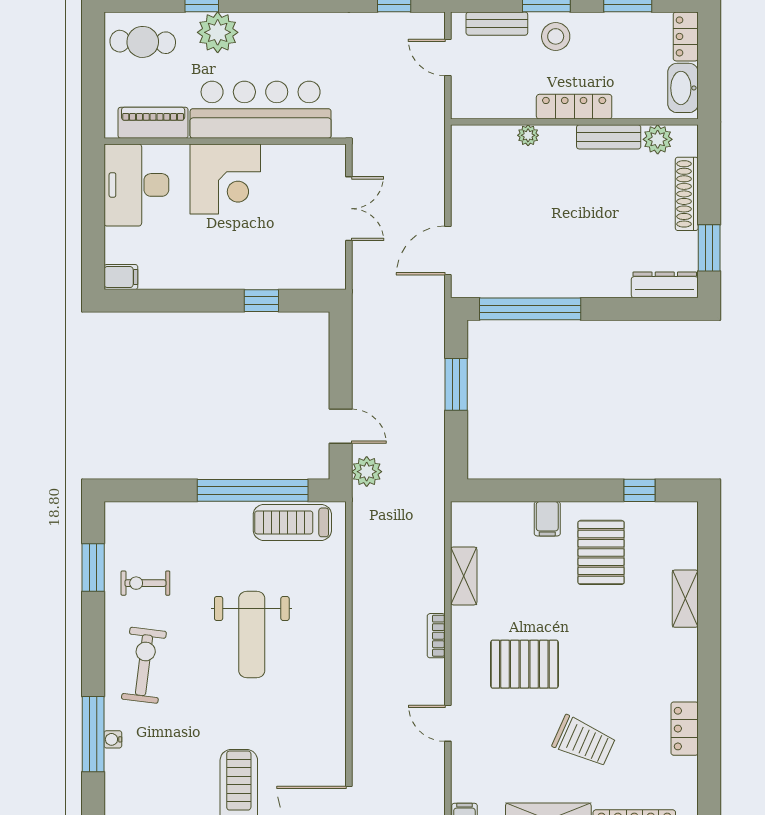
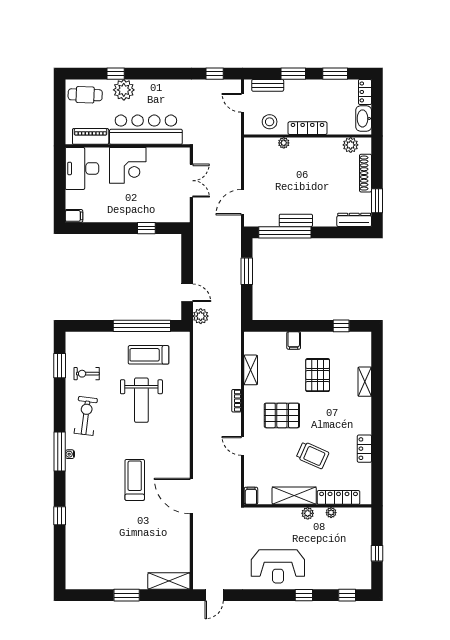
stool: (556, 36) -> (270, 122), moved
bench: (609, 137) -> (296, 220), moved
treadmill: (292, 522) -> (149, 355), moved
pallet: (601, 552) -> (318, 375), moved

